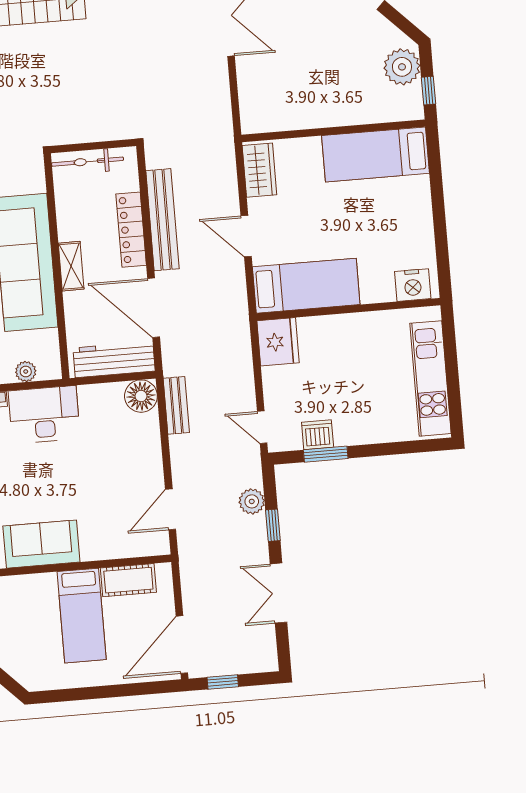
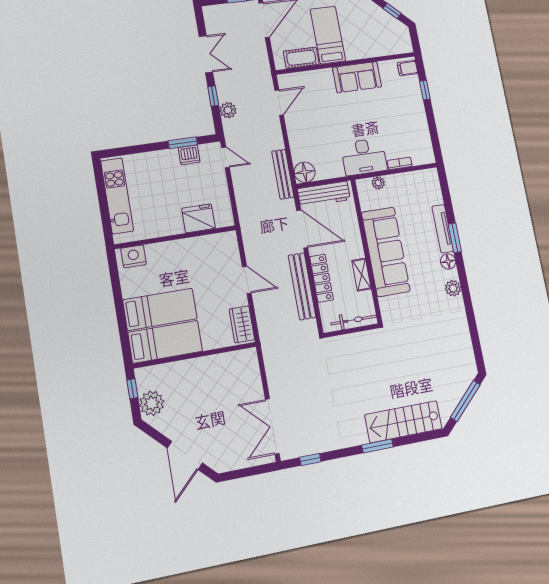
shelving: (71, 266) -> (361, 275), moved
bed: (306, 286) -> (160, 309), moved, turned 180
fridge: (278, 342) -> (198, 218), moved, turned 90
bench: (176, 405) -> (283, 174), width x1.36

